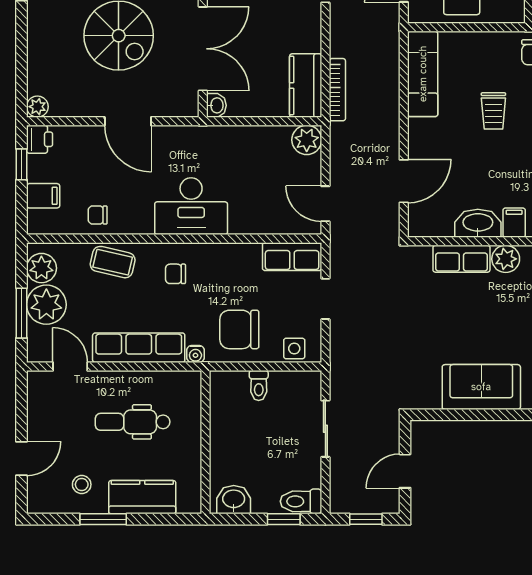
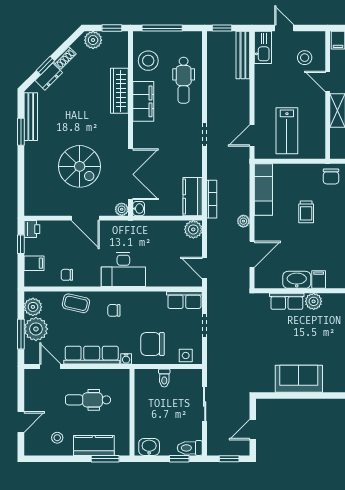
plant: (37, 107) -> (122, 209), moved
plant: (390, 126) -> (243, 221), added
window: (103, 519) -> (105, 459), moved

